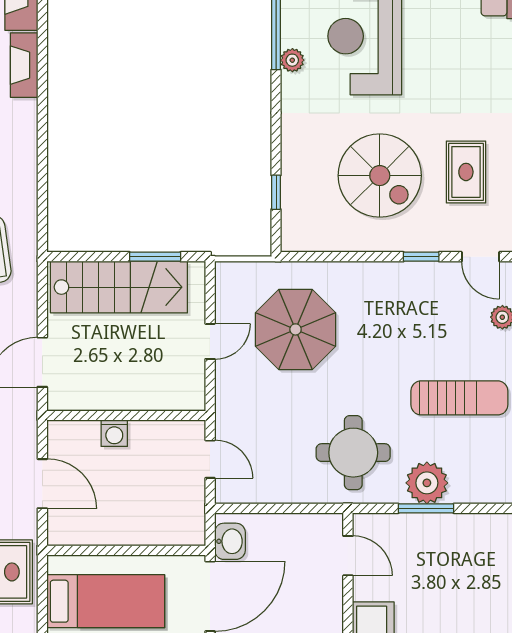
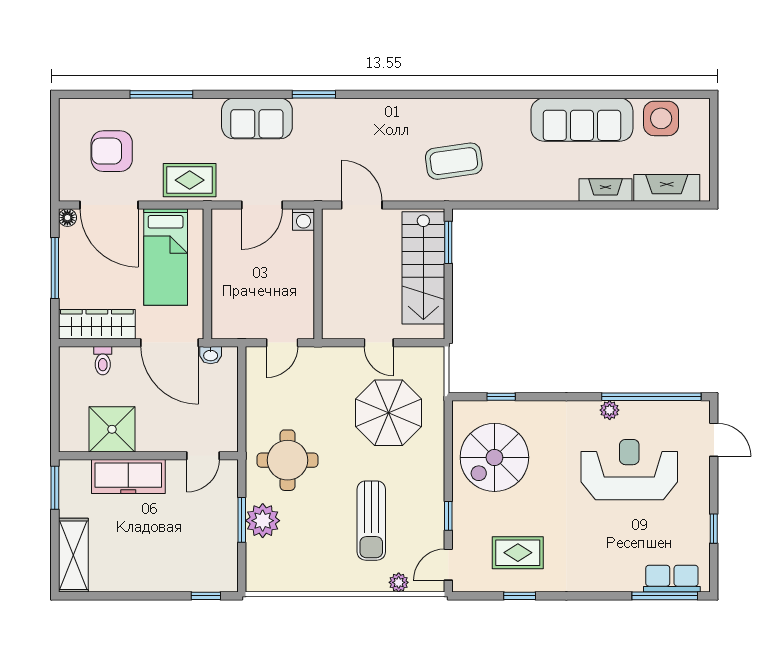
spiral stairs: (380, 176) -> (494, 457), moved
window: (155, 257) -> (448, 242), moved
sun lounger: (459, 398) -> (371, 521), moved
washing machine: (114, 433) -> (303, 220), moved, turned -90
washbasin: (230, 541) -> (211, 355), width x0.72, depth x0.69

